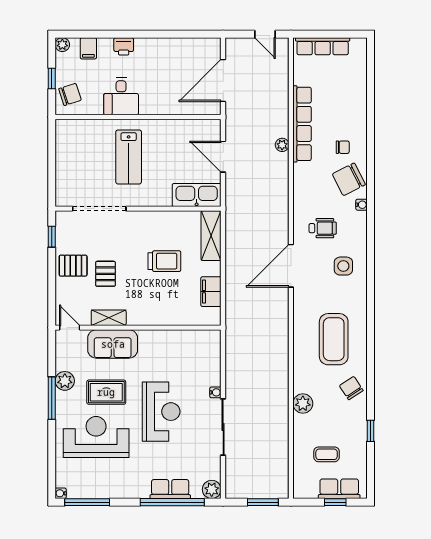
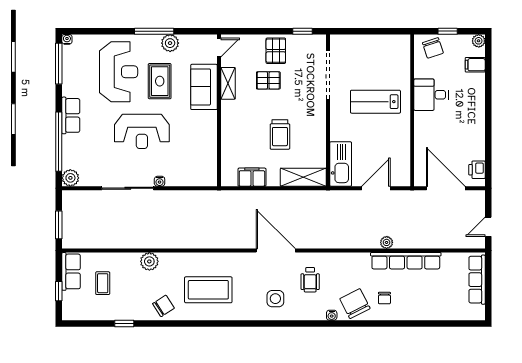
printer: (124, 46) -> (477, 170), moved
row of seats: (170, 489) -> (71, 115), moved
row of seats: (339, 489) -> (71, 271), moved

